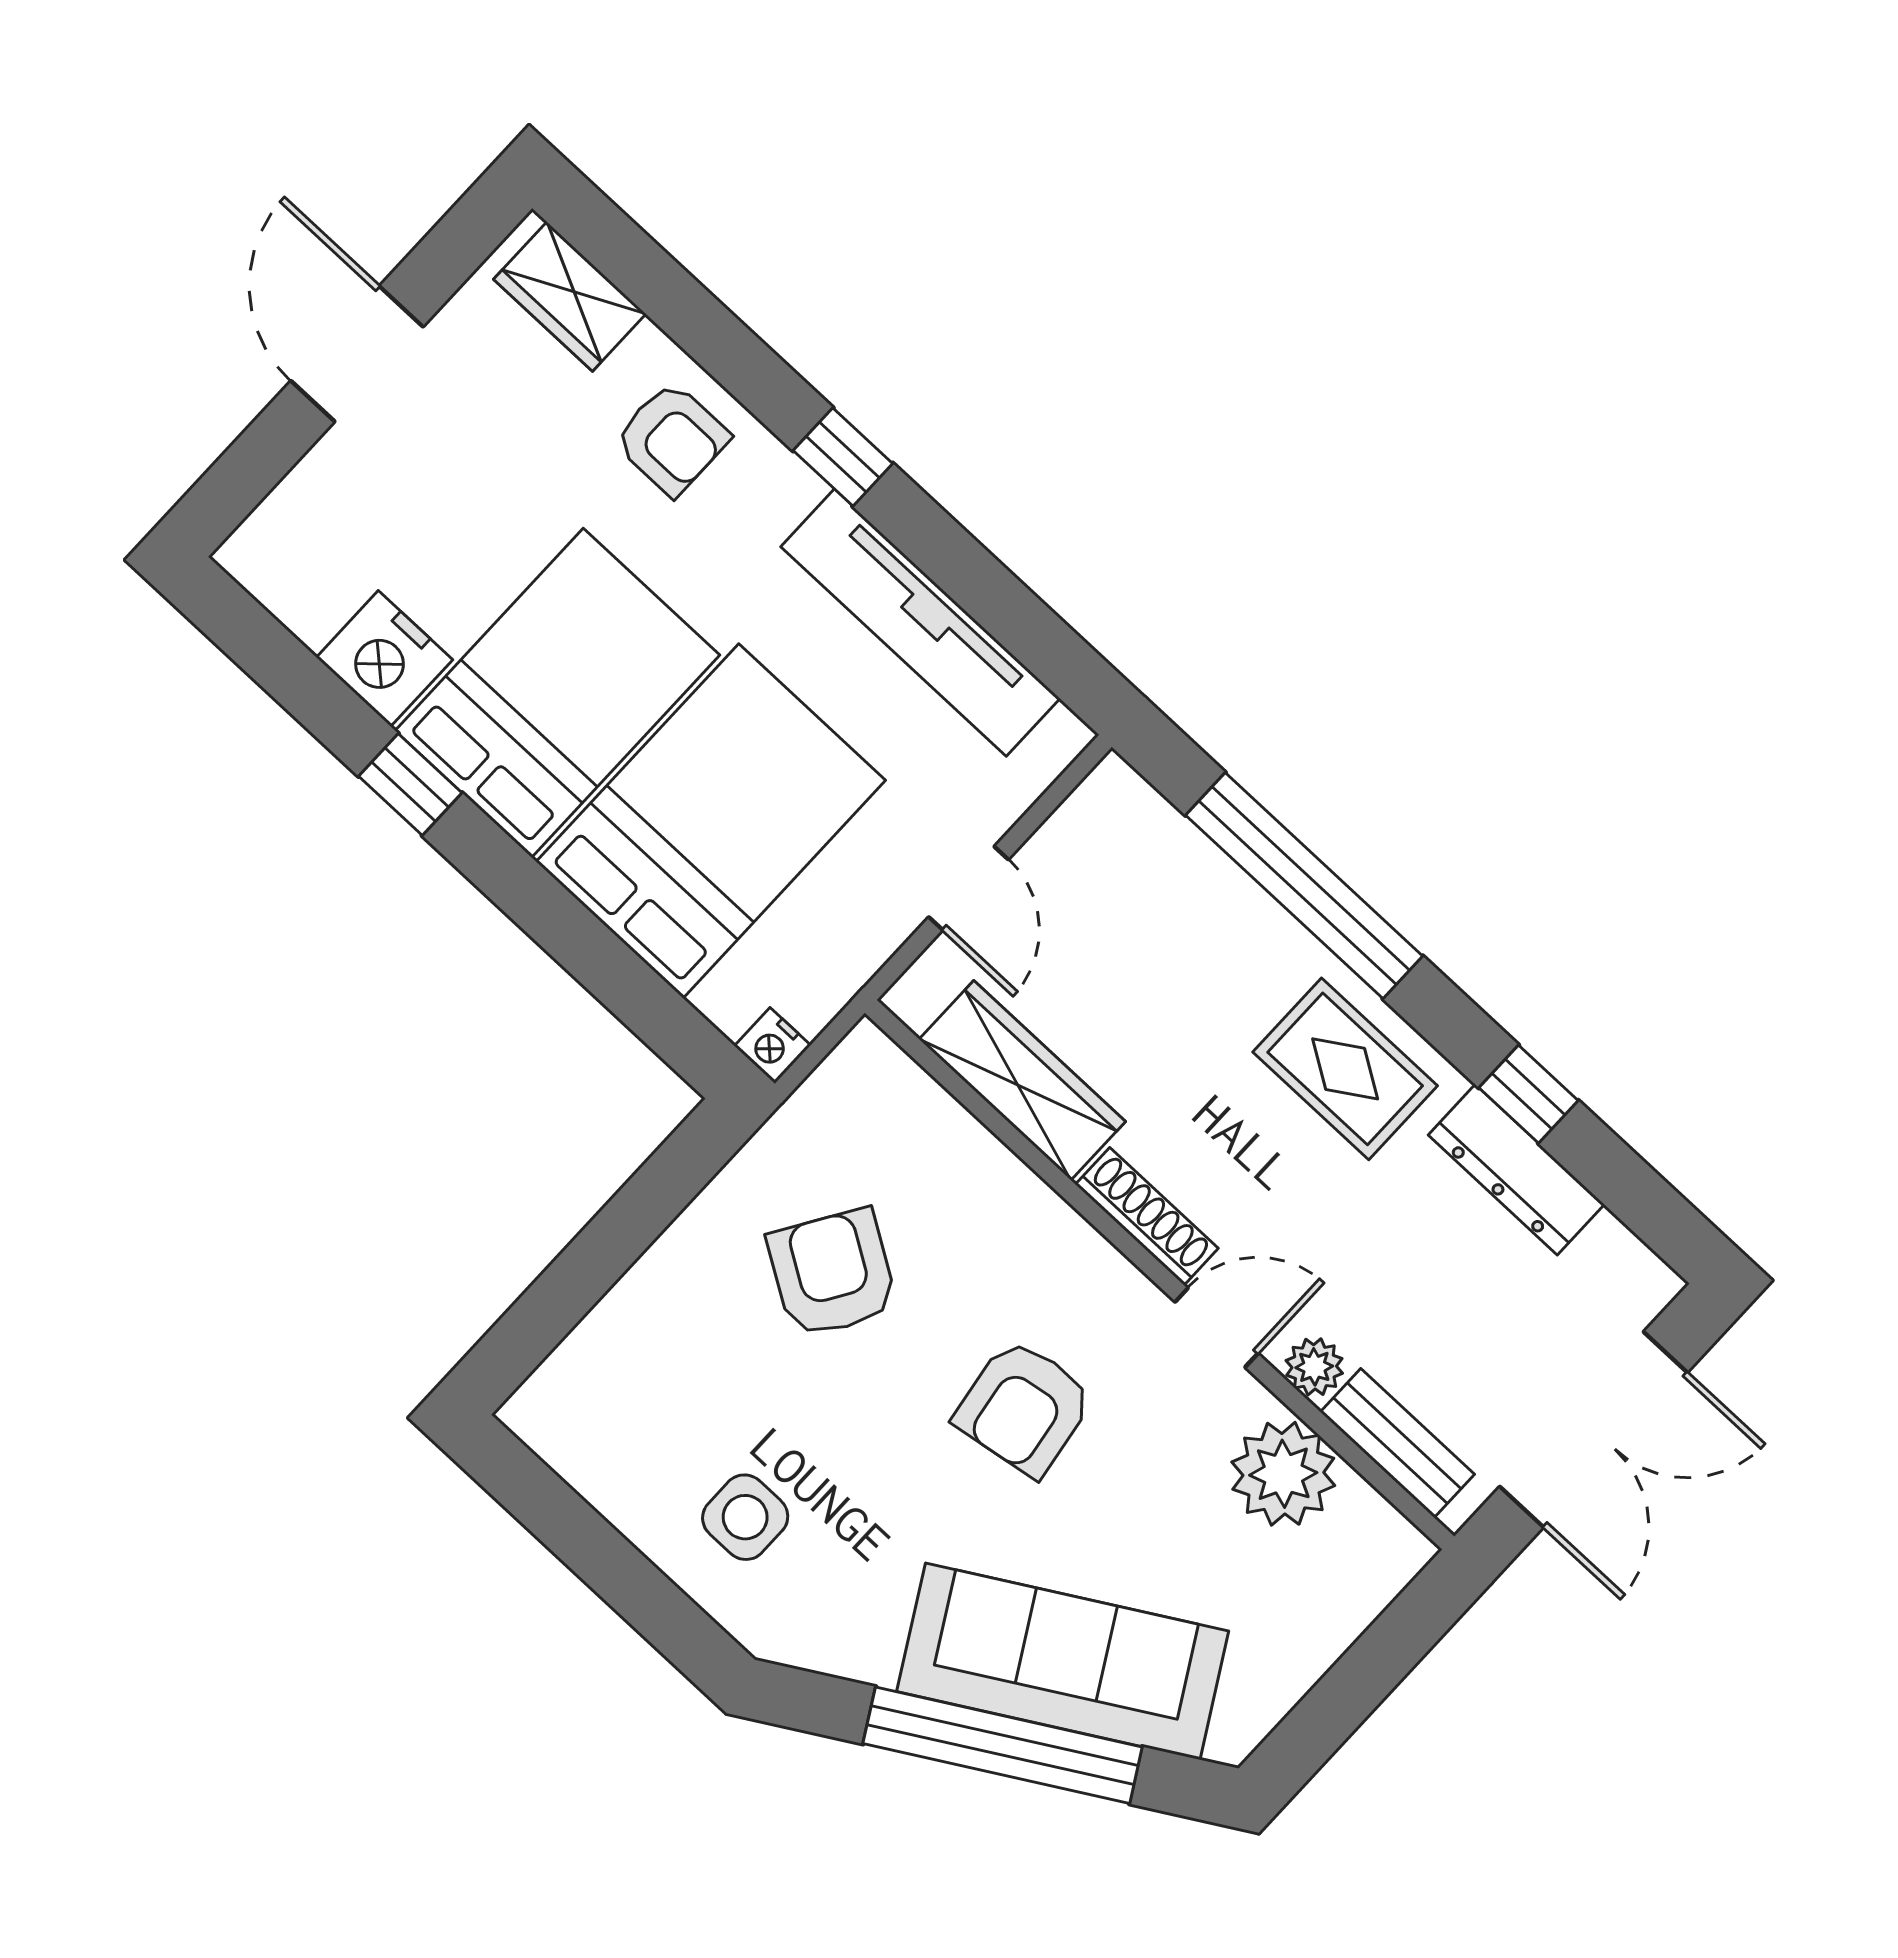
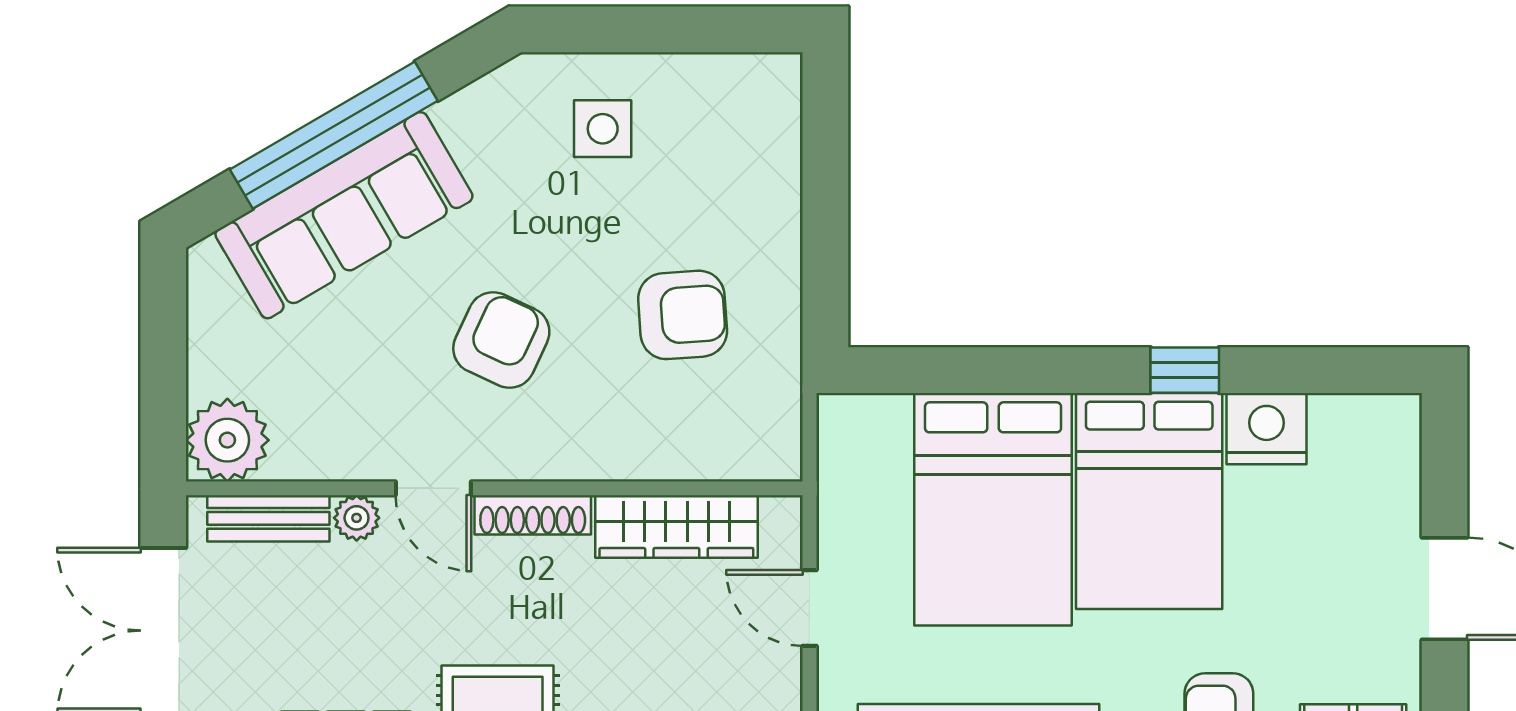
nightstand: (772, 1046) -> (838, 413), removed
armchair: (832, 1273) -> (683, 315), turned -36
door: (1217, 1328) -> (433, 488), hinge flipped
armchair: (1024, 1407) -> (501, 340), turned 34
plant: (1283, 1474) -> (227, 440), moved

